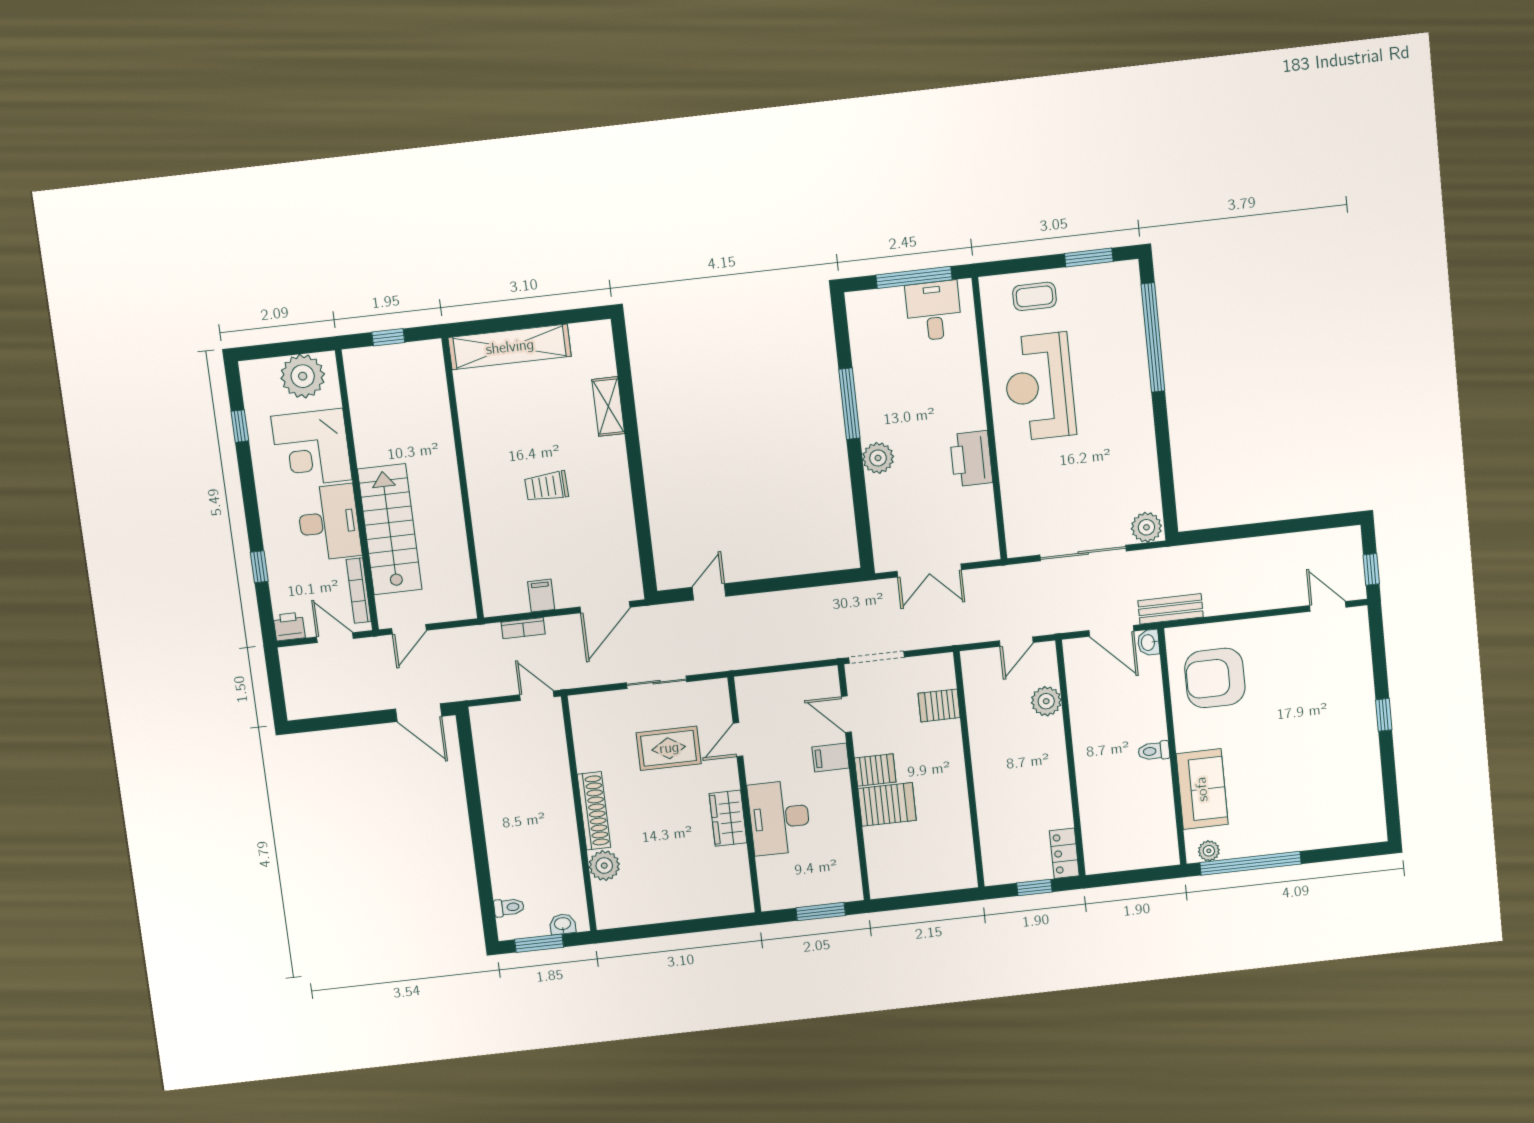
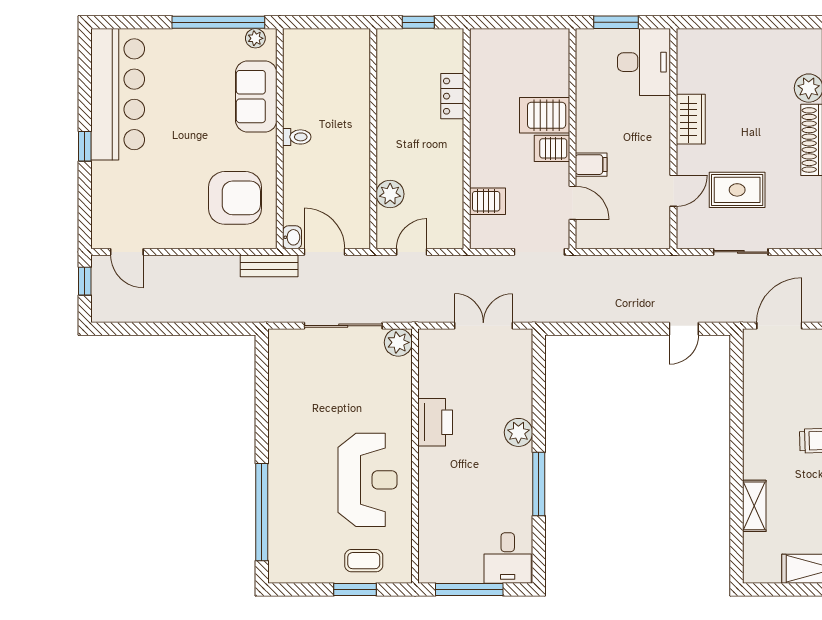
window: (1089, 257) -> (355, 590), moved
desk: (934, 311) -> (508, 558), moved
plant: (1146, 527) -> (398, 342), moved
bar counter: (1353, 775) -> (118, 94), added
desk: (779, 818) -> (644, 62), moved
locker: (1064, 853) -> (452, 96), moved, turned 180

